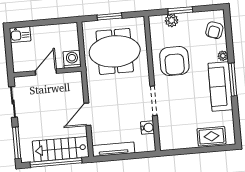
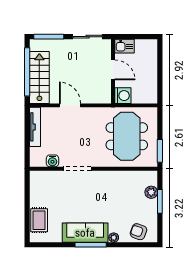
window: (110, 17) -> (160, 151), moved
kitchen sink: (20, 34) -> (124, 46), moved, turned -90
armchair: (174, 61) -> (113, 192), removed

